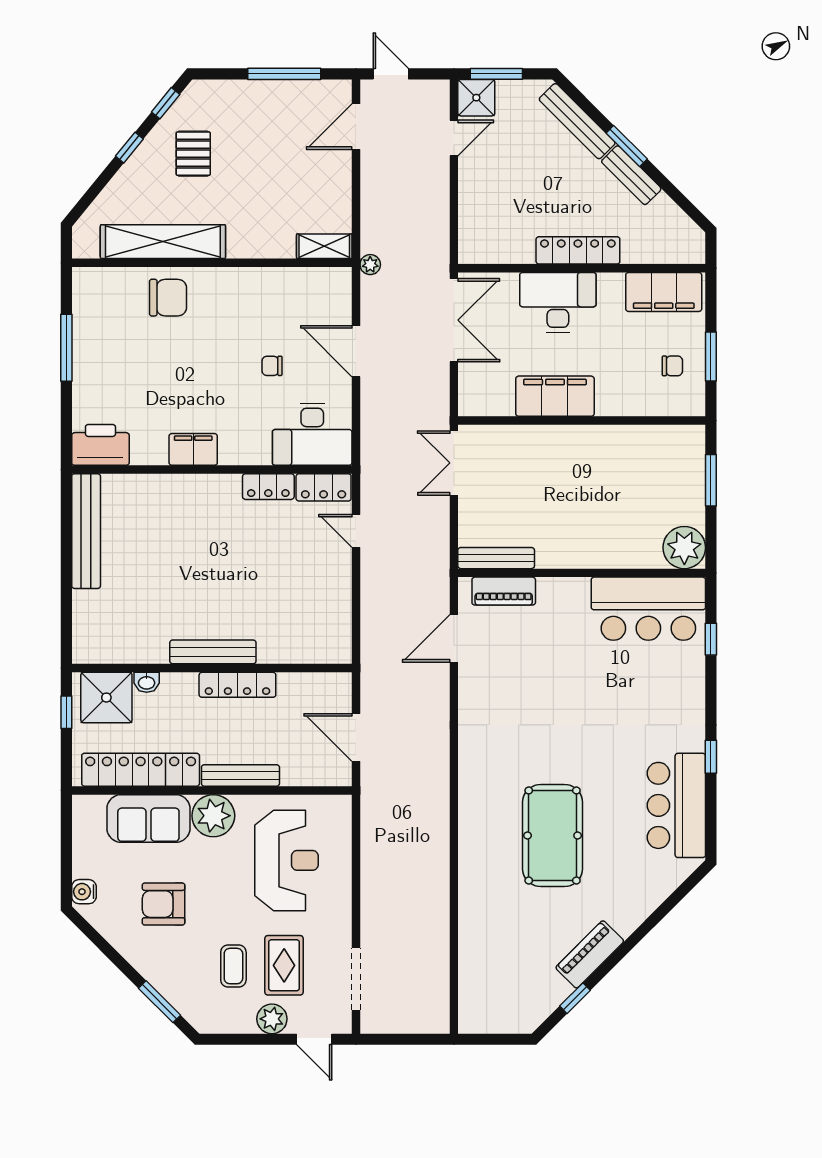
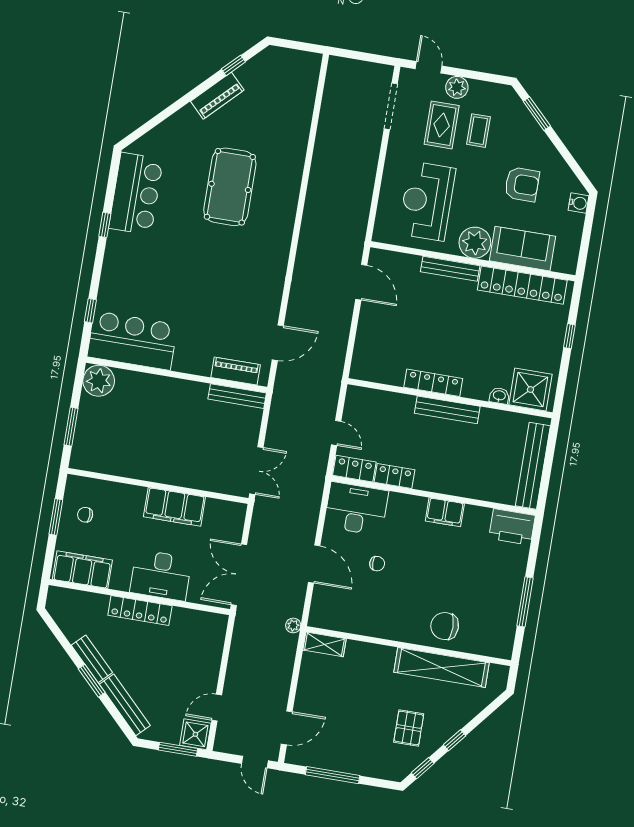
bench: (213, 652) -> (447, 410), moved
wall: (212, 668) -> (450, 398), moved
washbasin: (147, 682) -> (499, 396), moved
locker: (237, 685) -> (433, 383), moved
shower: (106, 698) -> (530, 390), moved

